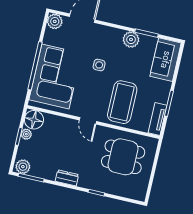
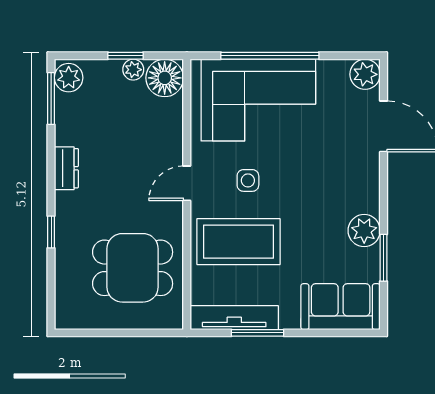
side table: (99, 65) -> (248, 180), moved
tv unit: (157, 119) -> (234, 318), width x1.41
dining table: (123, 157) -> (133, 268), turned 90

